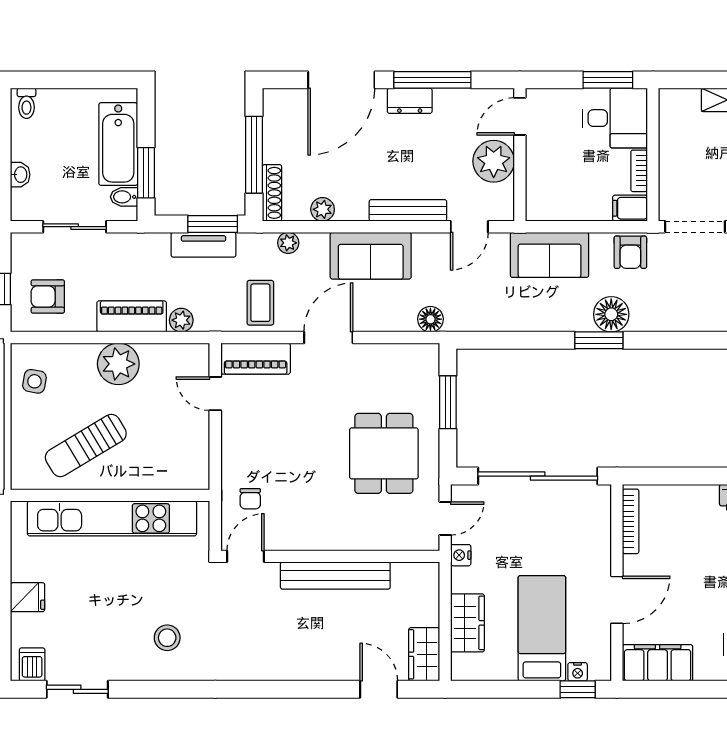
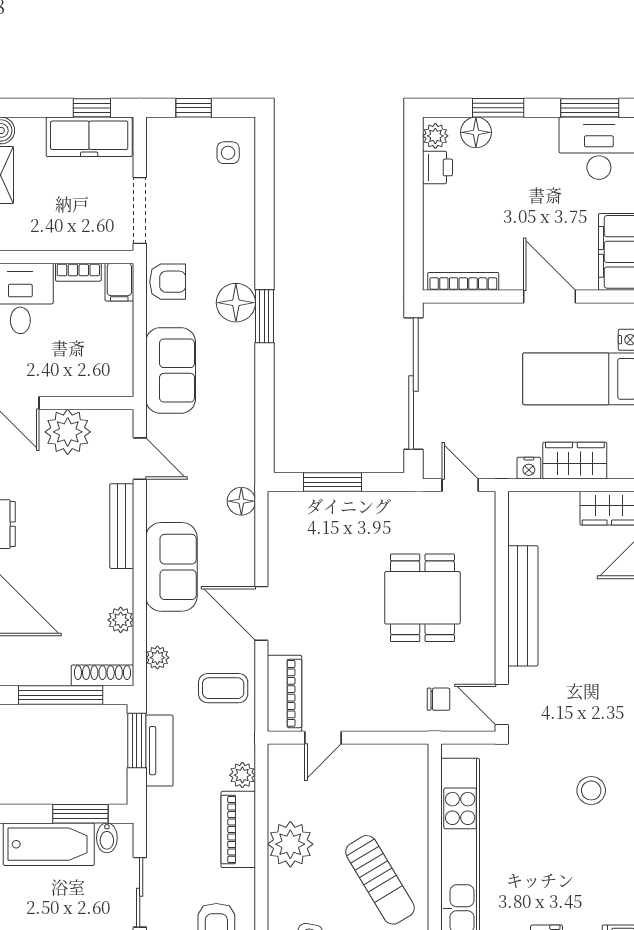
dining table: (384, 453) -> (422, 598), moved, turned 90
nightstand: (461, 555) -> (529, 468), moved

